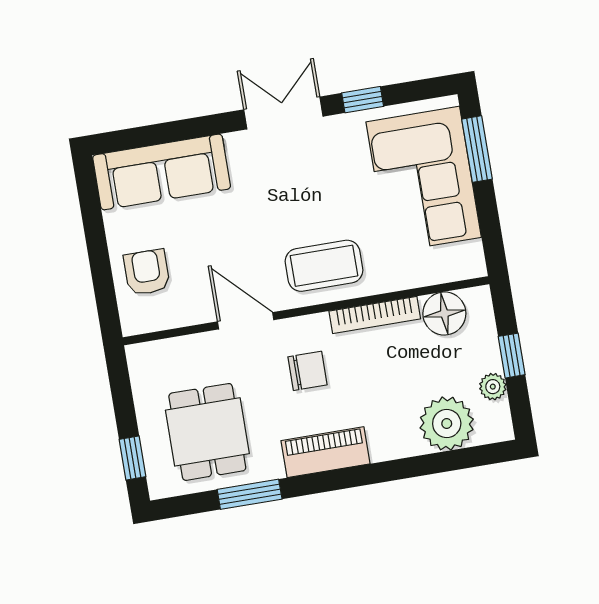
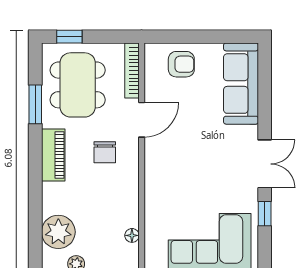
coffee table: (324, 266) -> (167, 173), removed
floor lamp: (444, 313) -> (132, 235), width x0.53, depth x0.53
bookcase: (375, 315) -> (132, 71), moved
dining table: (207, 432) -> (78, 85), width x1.38

